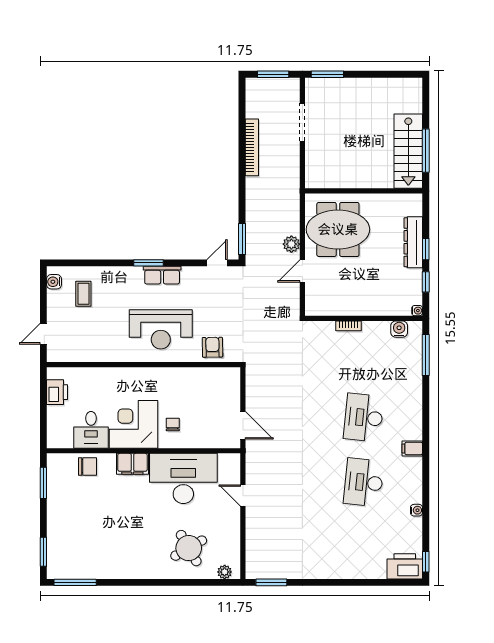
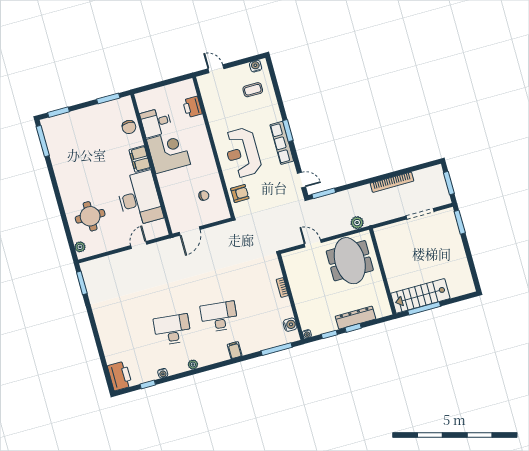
plant: (291, 244) -> (357, 223), moved
row of seats: (162, 275) -> (282, 143), width x1.48
printer: (57, 392) -> (192, 107), moved, turned 90
chair: (173, 425) -> (204, 196), moved
filing cabinet: (412, 448) -> (235, 350), moved
plant: (416, 468) -> (193, 365), added
round table: (189, 548) -> (90, 216), turned 30
window: (426, 562) -> (148, 384), moved

